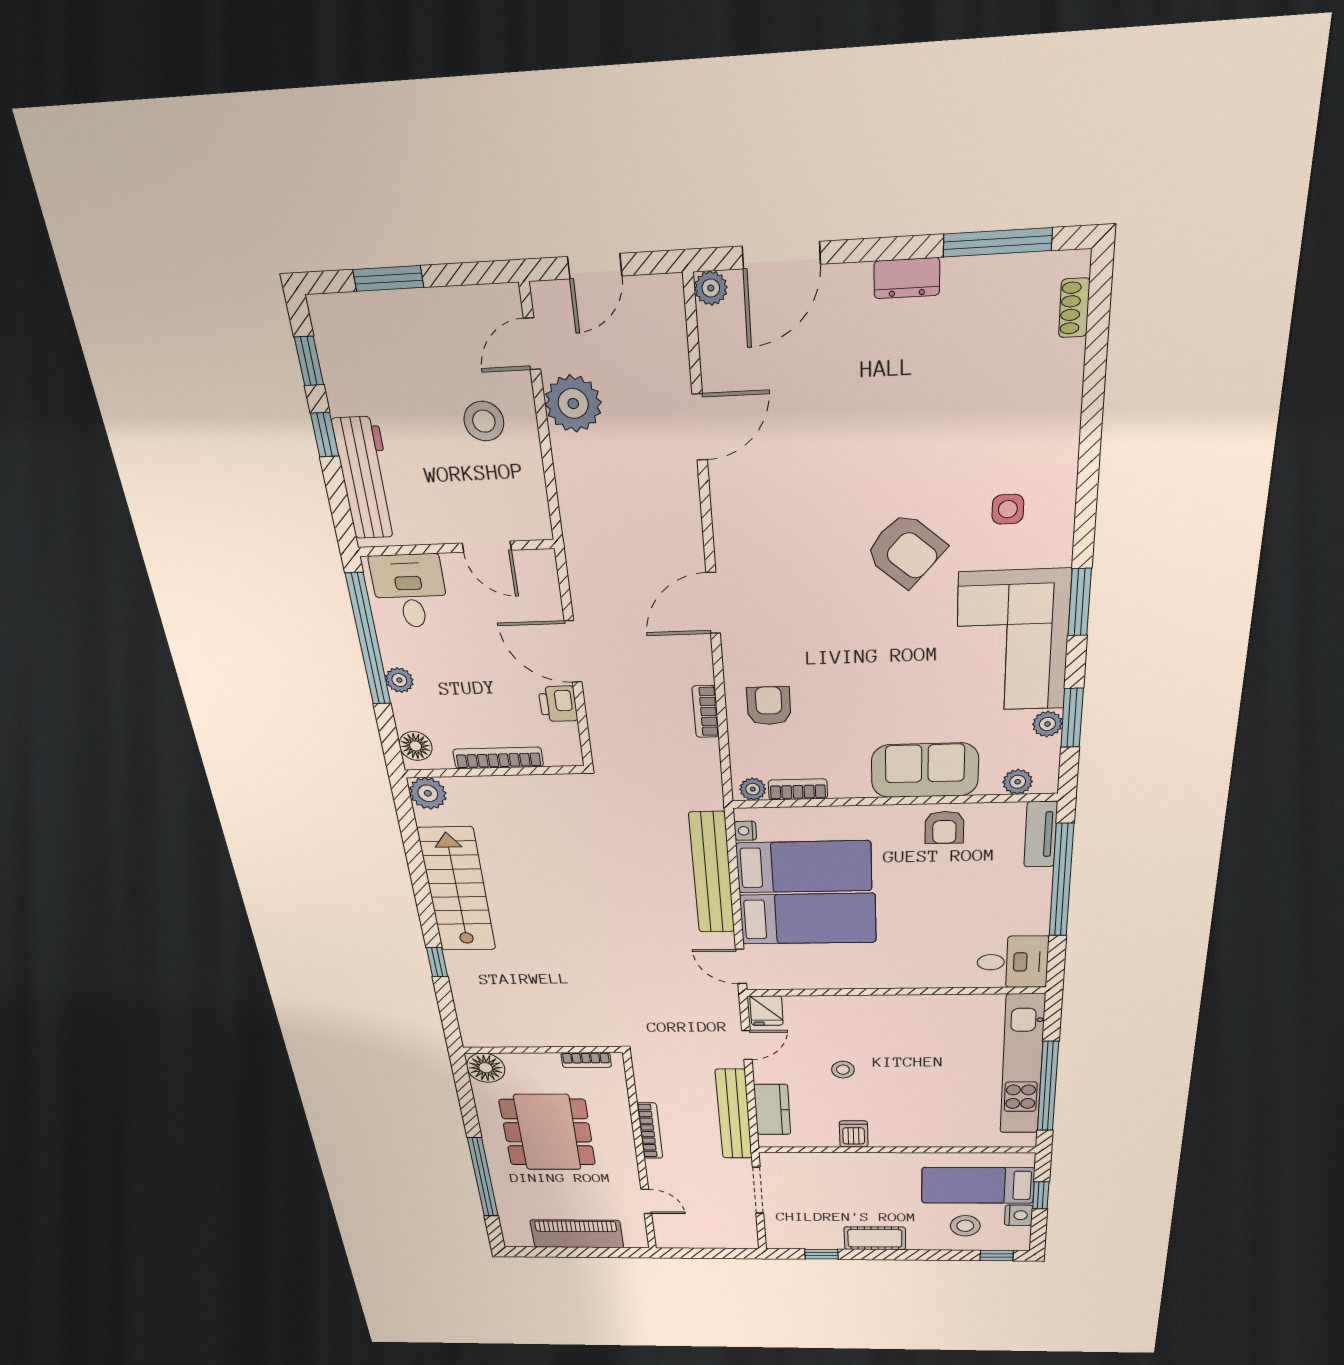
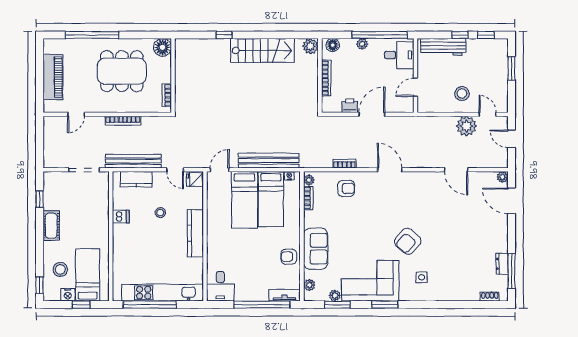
dresser: (907, 278) -> (502, 264), moved
kitchen counter: (888, 1009) -> (195, 233), added

